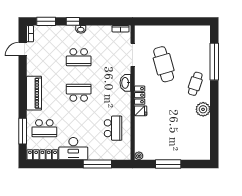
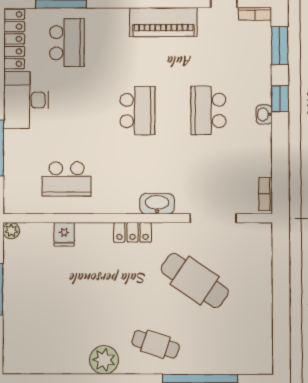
cafe table: (164, 64) -> (195, 280), turned 50
piano: (34, 93) -> (163, 22), moved
fridge: (141, 111) -> (64, 234), moved
school desk: (44, 128) -> (67, 43), turned 180

